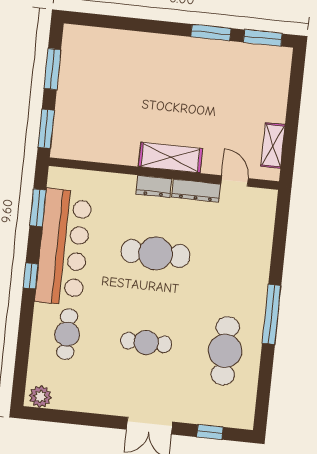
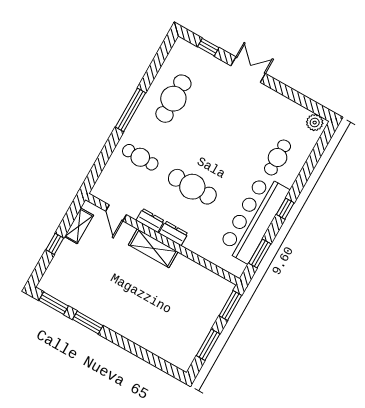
window: (293, 111) -> (55, 244), added
dresser: (196, 191) -> (150, 220), width x0.70
cafe table: (146, 342) -> (140, 157), moved

